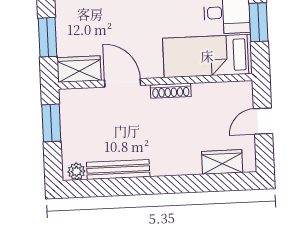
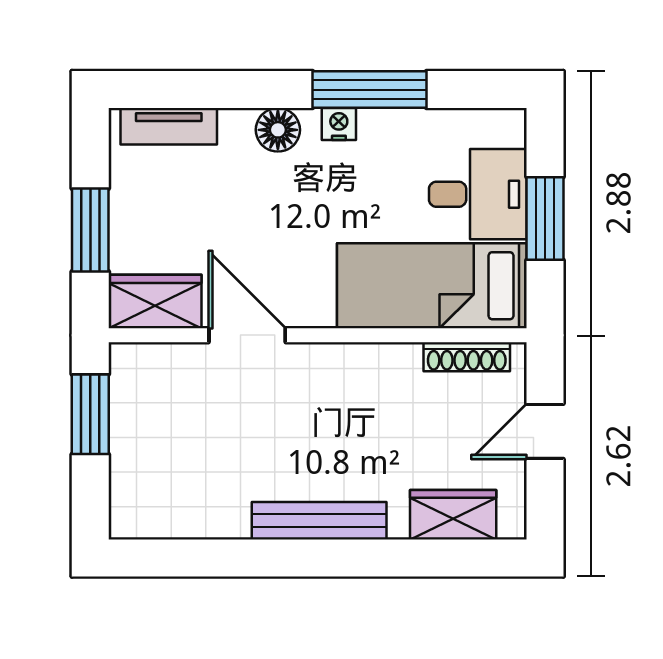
shoe rack: (171, 91) -> (467, 357), moved
bench: (118, 170) -> (319, 521), moved
plant: (76, 171) -> (140, 521), removed

